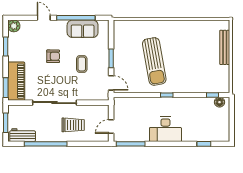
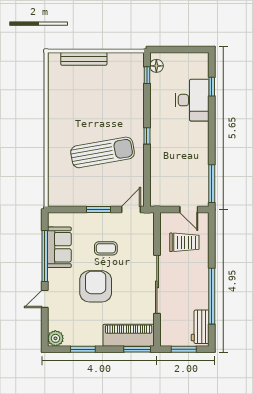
armchair: (53, 56) -> (96, 286), width x1.88, depth x1.88
trolley: (73, 125) -> (184, 242), moved, turned 90
desk: (165, 129) -> (192, 100), moved

